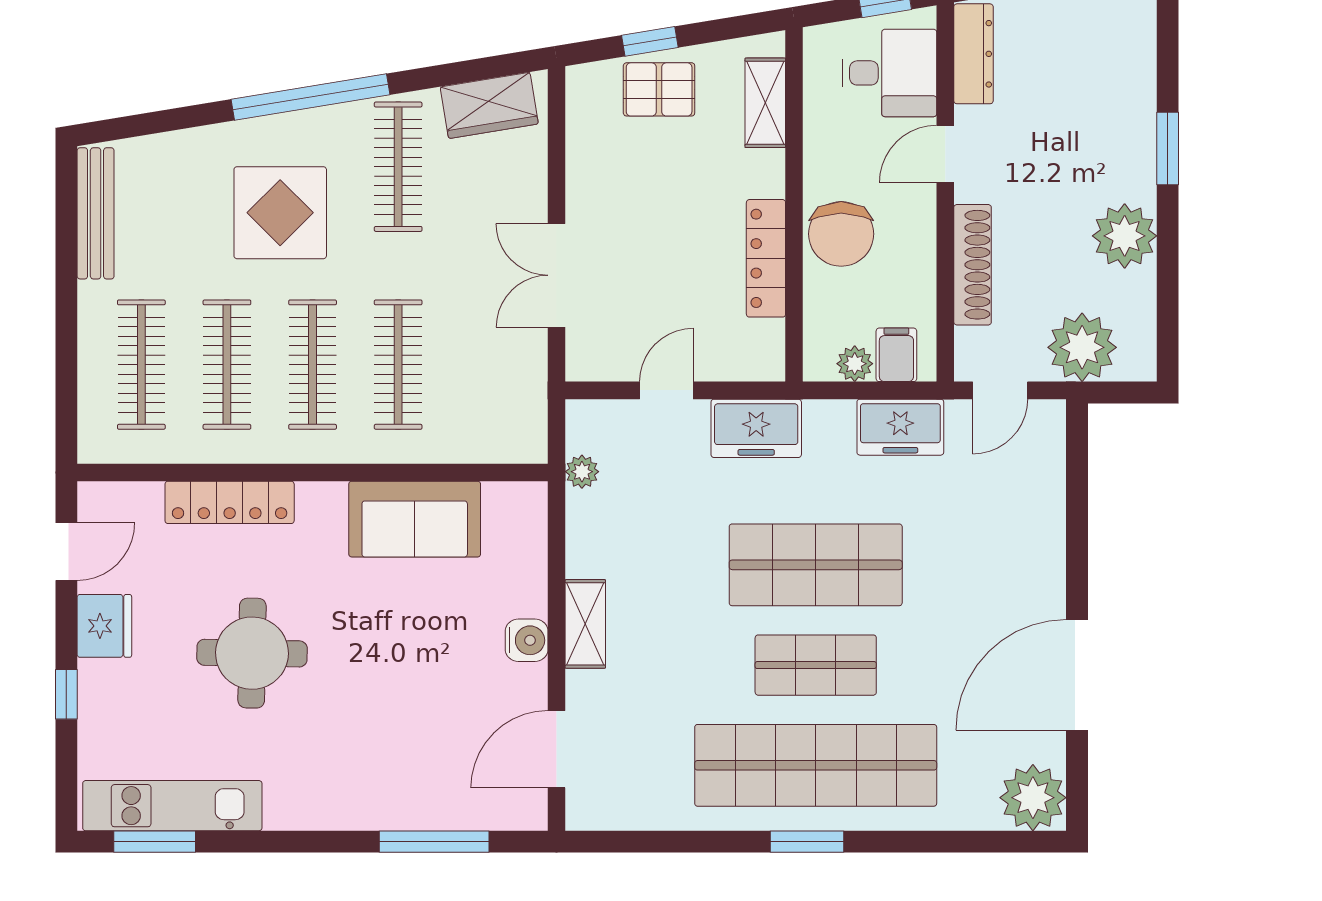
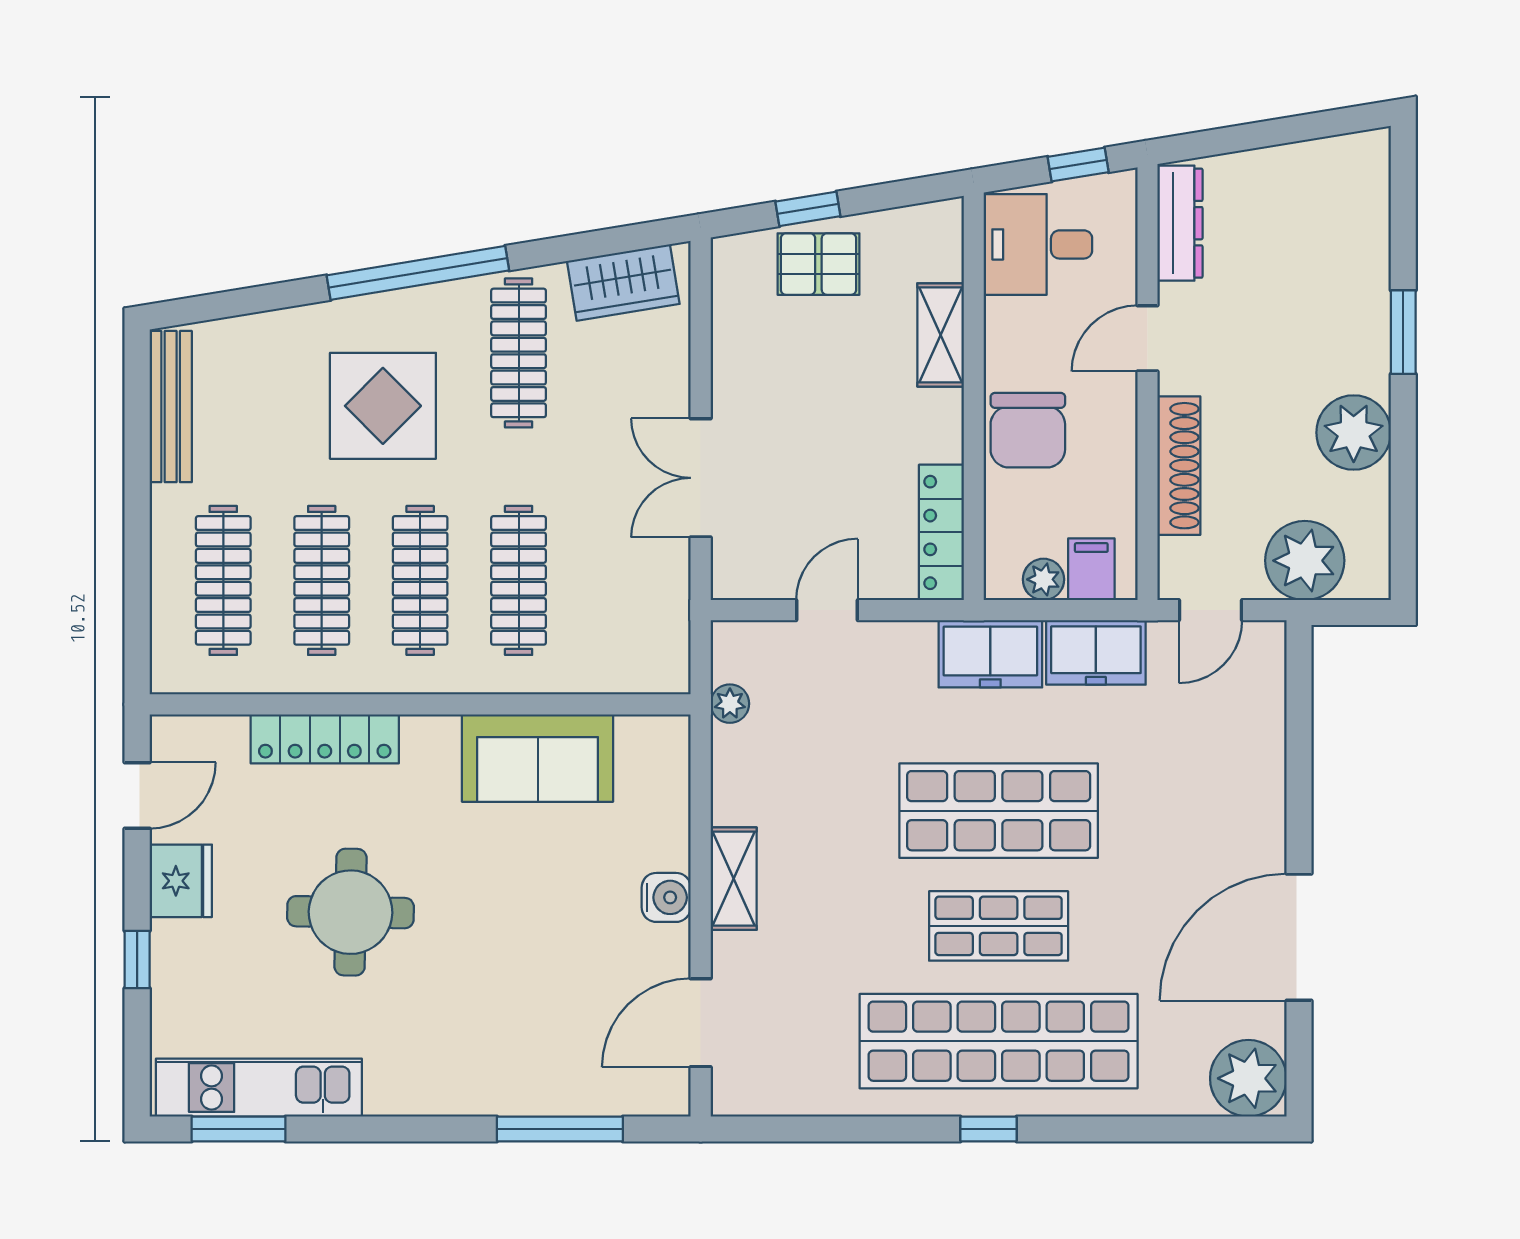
desk: (889, 73) -> (1038, 244), moved, turned 180
shelving: (765, 103) -> (941, 335), moved
locker: (766, 258) -> (941, 532), moved
freezer: (756, 428) -> (990, 654), moved
window: (807, 842) -> (989, 1129), width x0.67

